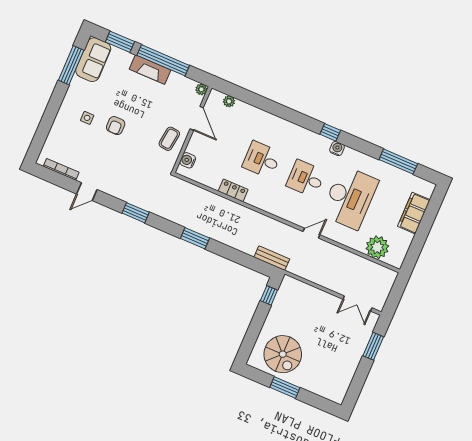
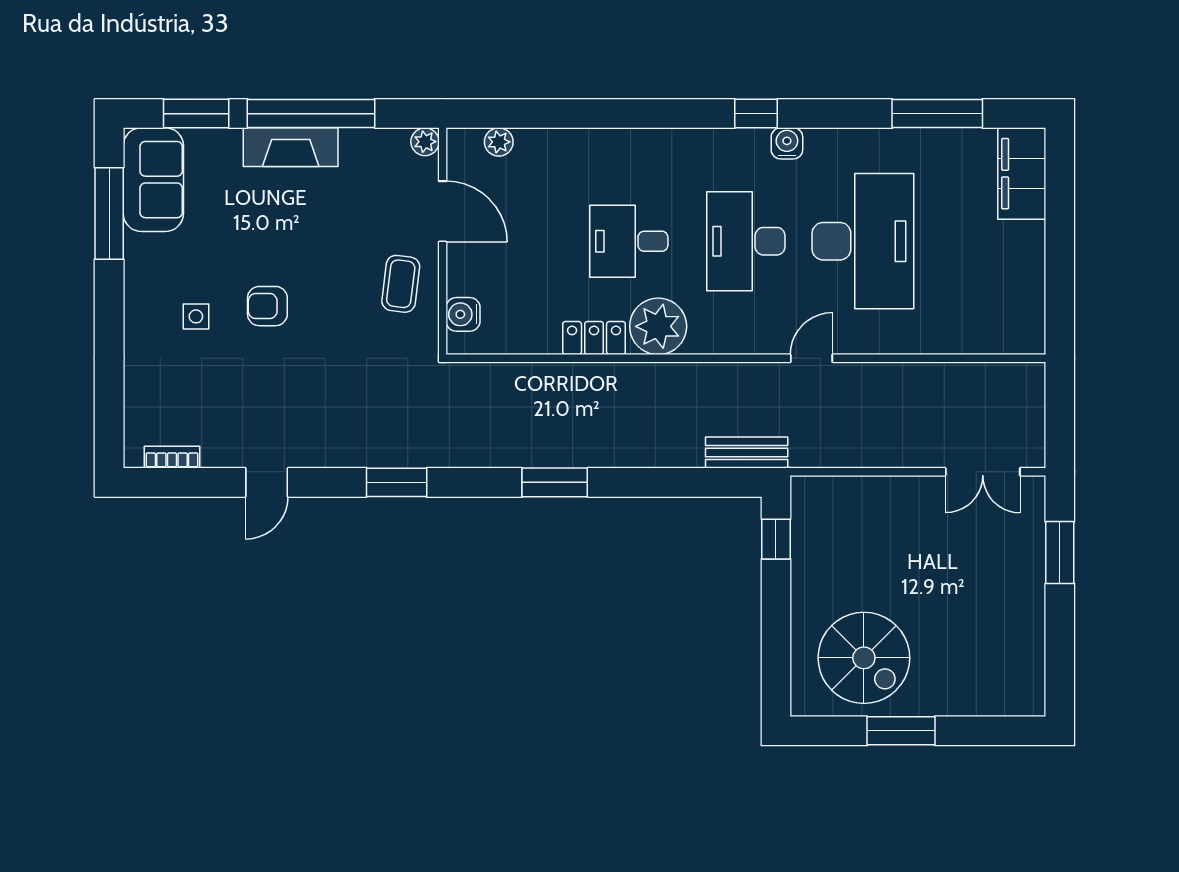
armchair: (116, 126) -> (267, 306), turned 90
bookcase: (61, 169) -> (172, 457), width x0.64
desk: (306, 179) -> (746, 241), width x1.37
filing cabinet: (414, 213) -> (1022, 174), moved
plant: (377, 247) -> (658, 326), moved

